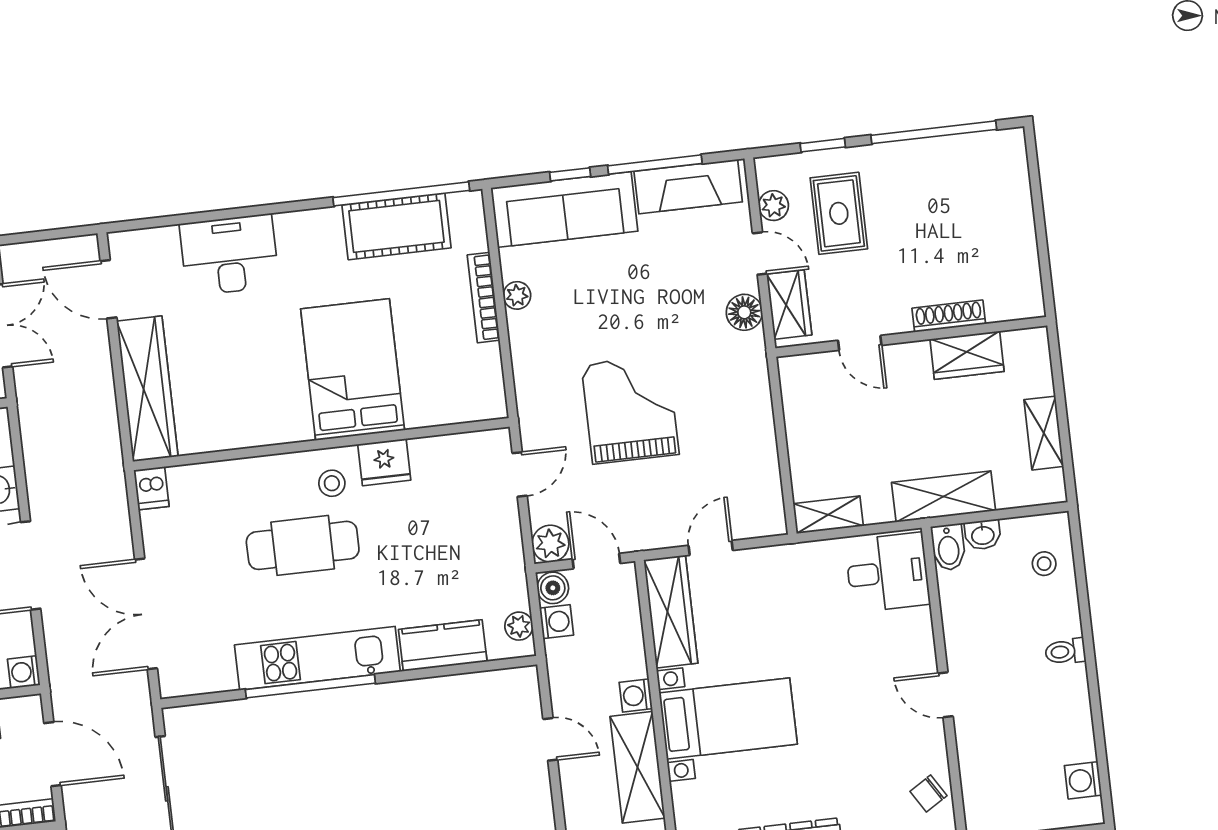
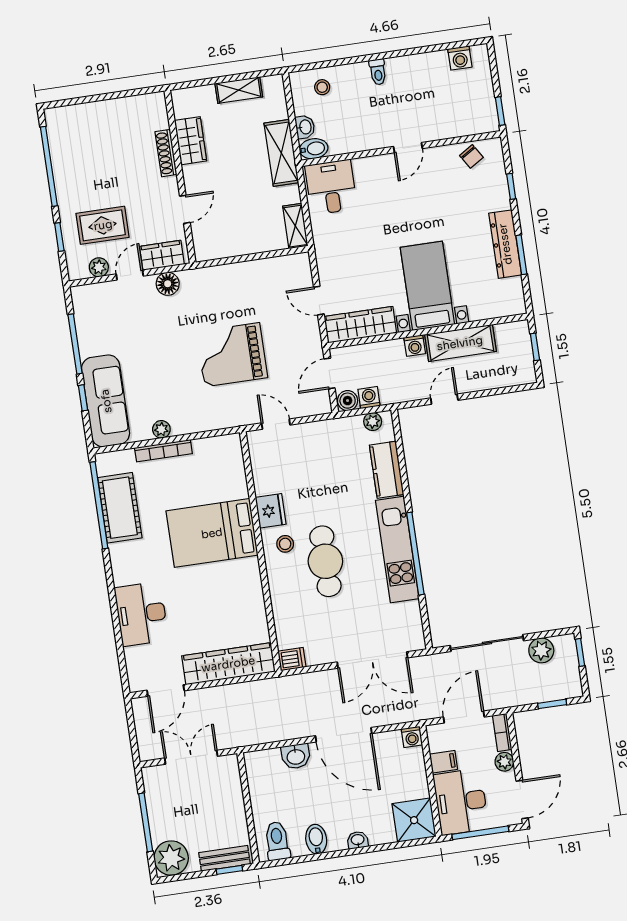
fireplace: (688, 187) -> (88, 322), removed
plant: (550, 544) -> (319, 403), removed

